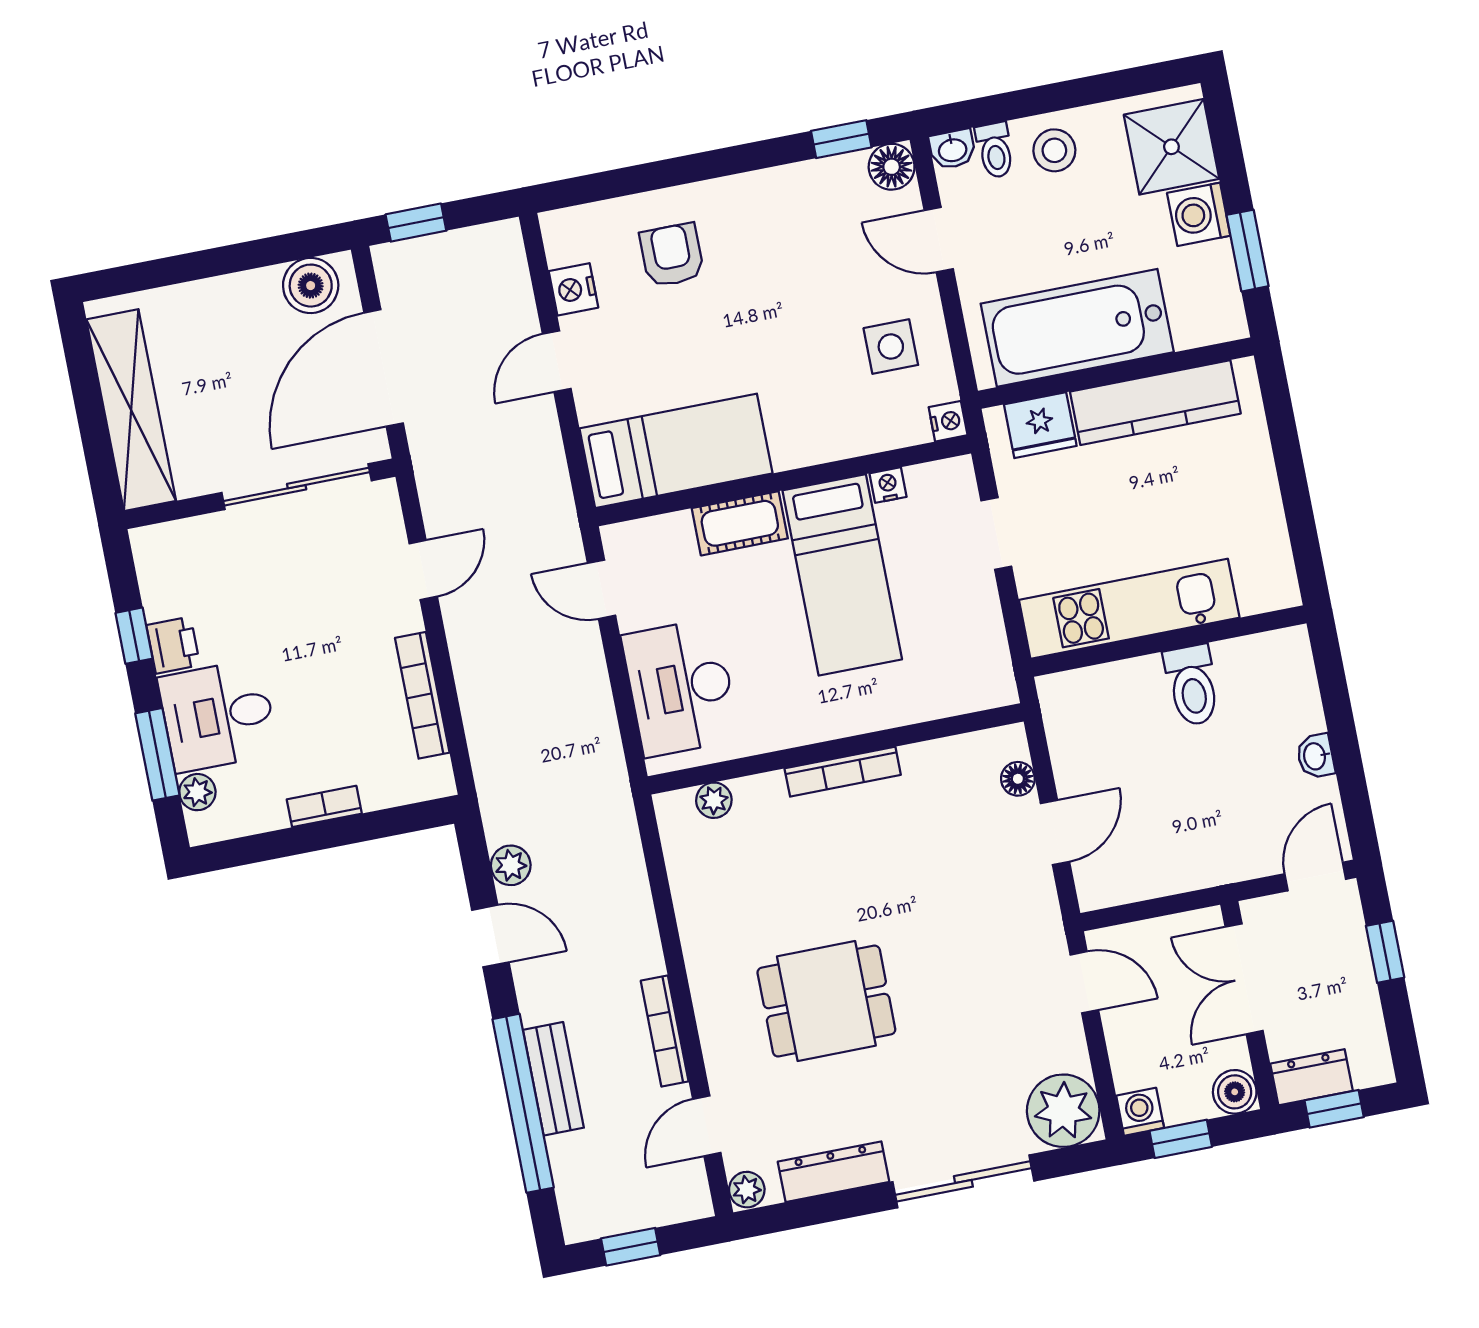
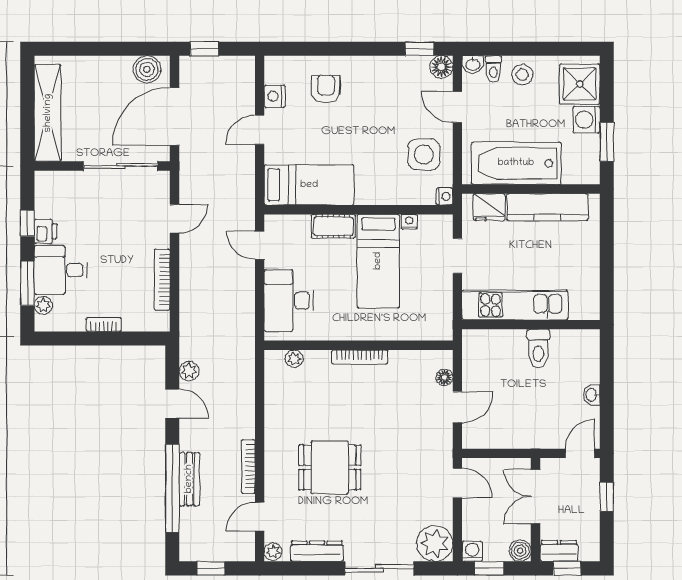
side table: (891, 347) -> (424, 155), width x1.37, depth x1.37

